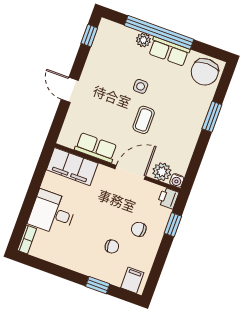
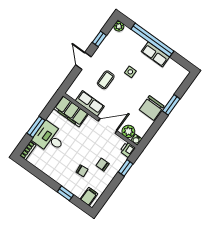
window: (89, 36) -> (99, 39), moved
plant: (143, 40) -> (119, 26), moved
chair: (205, 72) -> (152, 108), moved
coffee table: (144, 120) -> (106, 80), moved
window: (29, 203) -> (36, 127), added

